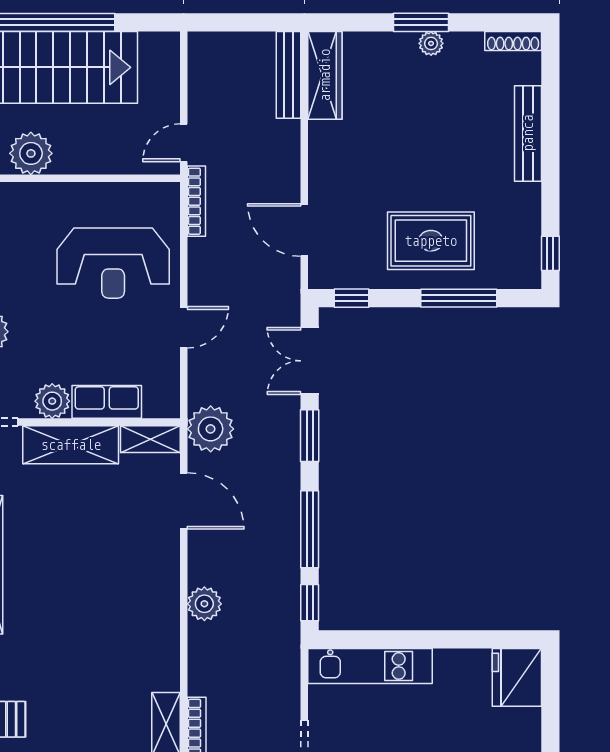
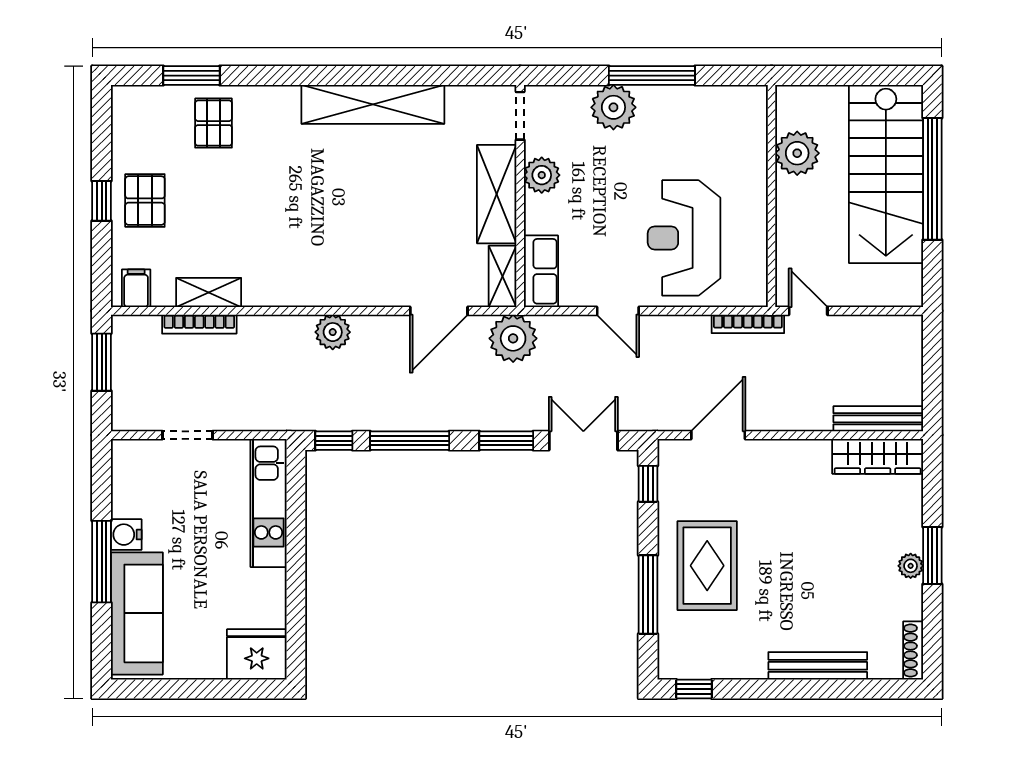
row of seats: (107, 402) -> (541, 271), moved

